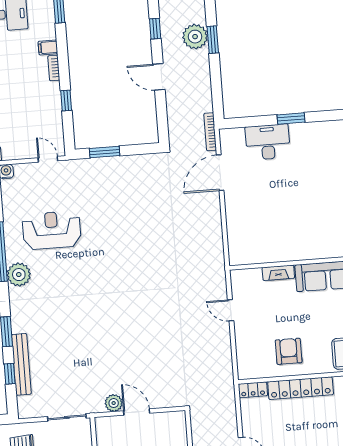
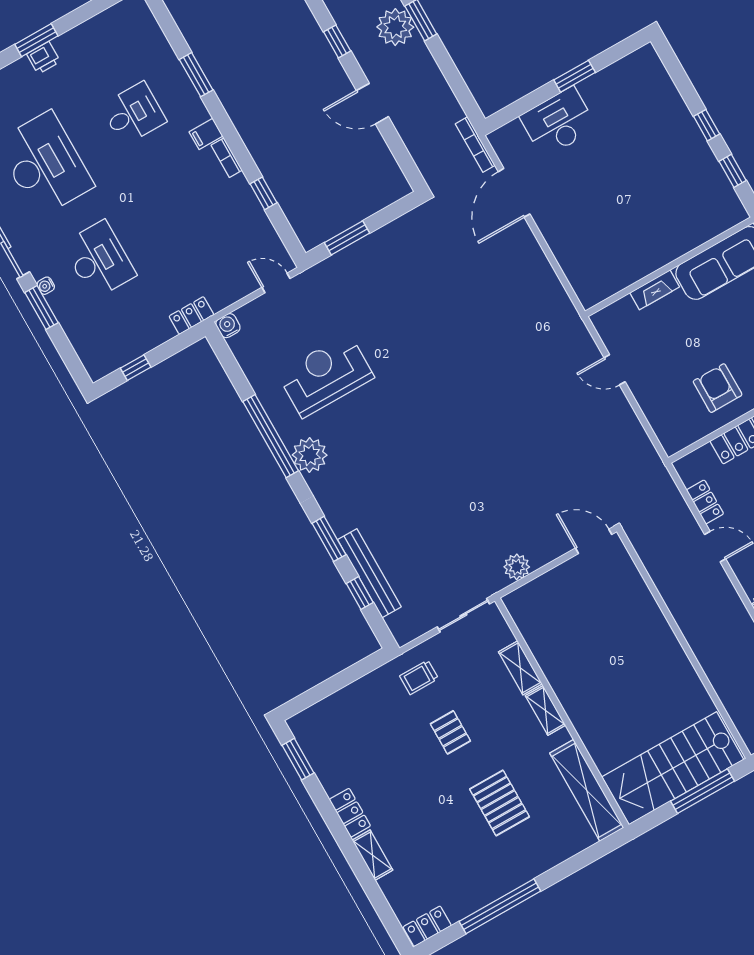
locker: (253, 390) -> (705, 502), moved, turned -90
door: (137, 412) -> (594, 541), moved

